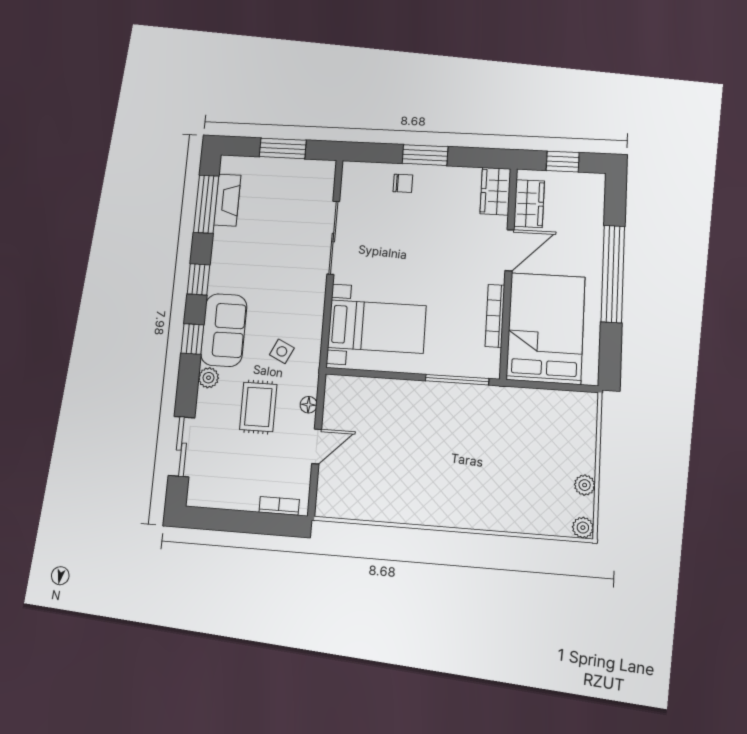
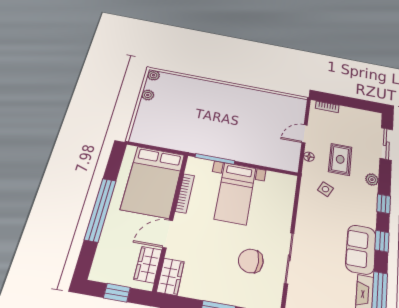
chair: (403, 183) -> (251, 261), moved, width x1.87, depth x1.87
bed with nightstands: (377, 327) -> (235, 193), moved, turned -90
sofa: (224, 330) -> (361, 249), moved

